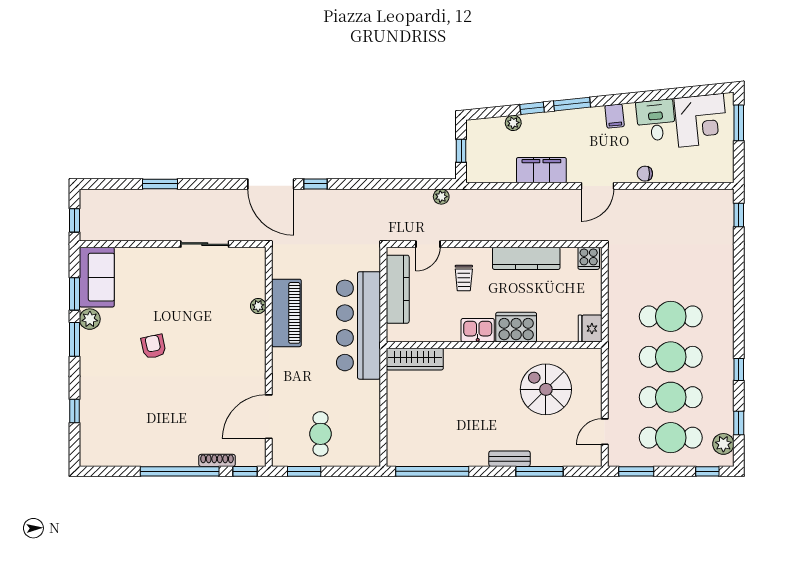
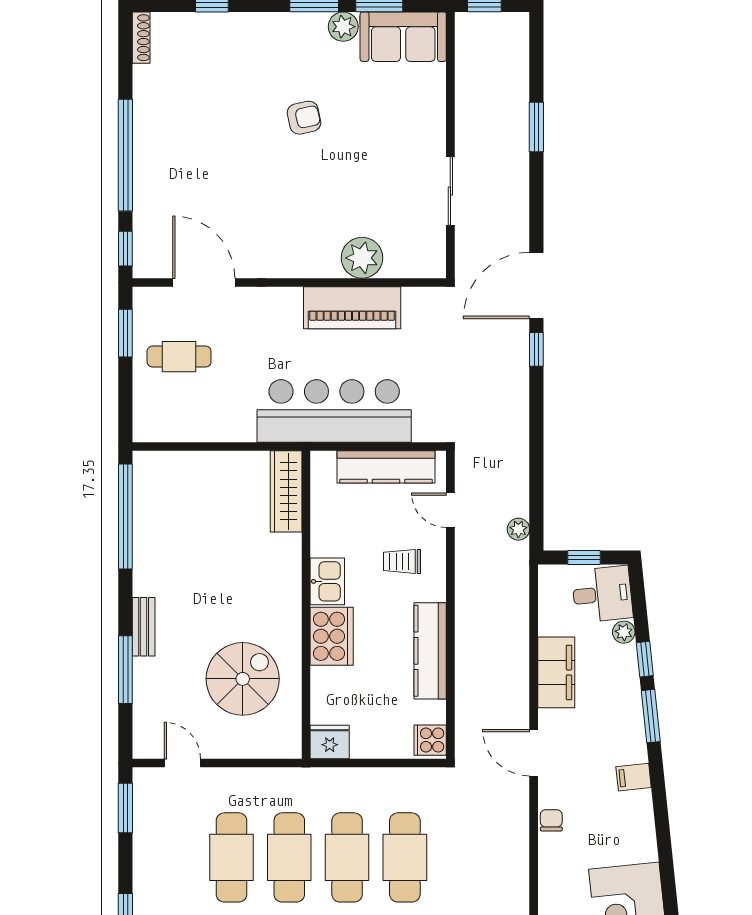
desk: (656, 120) -> (602, 594), moved
plant: (258, 306) -> (362, 258), width x1.87, depth x1.87
cafe table: (671, 438) -> (405, 857), moved
shoe rack: (217, 460) -> (141, 38), moved

